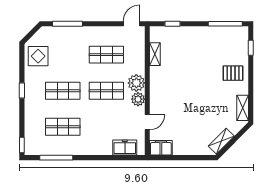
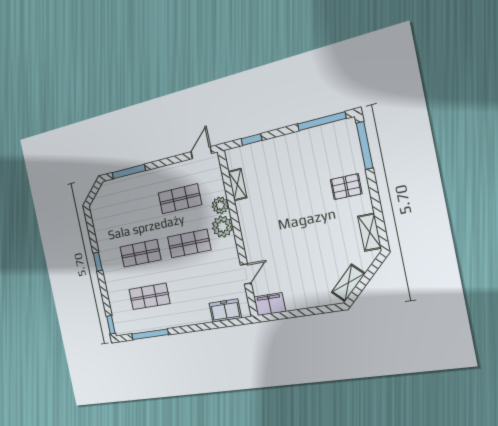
window: (251, 48) -> (365, 145), width x2.17
display table: (38, 56) -> (106, 218), removed
plant: (138, 99) -> (220, 205), moved

